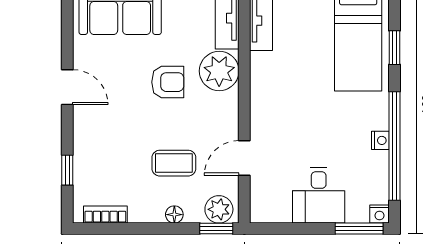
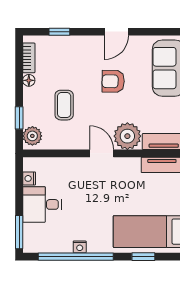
armchair: (168, 82) -> (113, 81), moved, turned 91
door: (244, 158) -> (102, 153), moved
nightstand: (379, 214) -> (29, 178), moved
floor lamp: (174, 215) -> (29, 80), moved
window: (216, 229) -> (19, 118), moved

